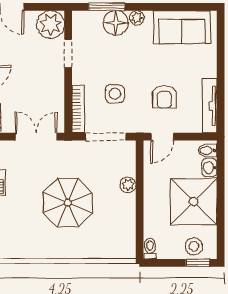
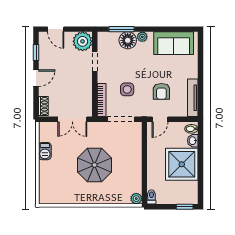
double door: (36, 137) -> (72, 119), swing flipped
plant: (128, 185) -> (136, 199), moved
stool: (194, 246) -> (182, 195), removed

